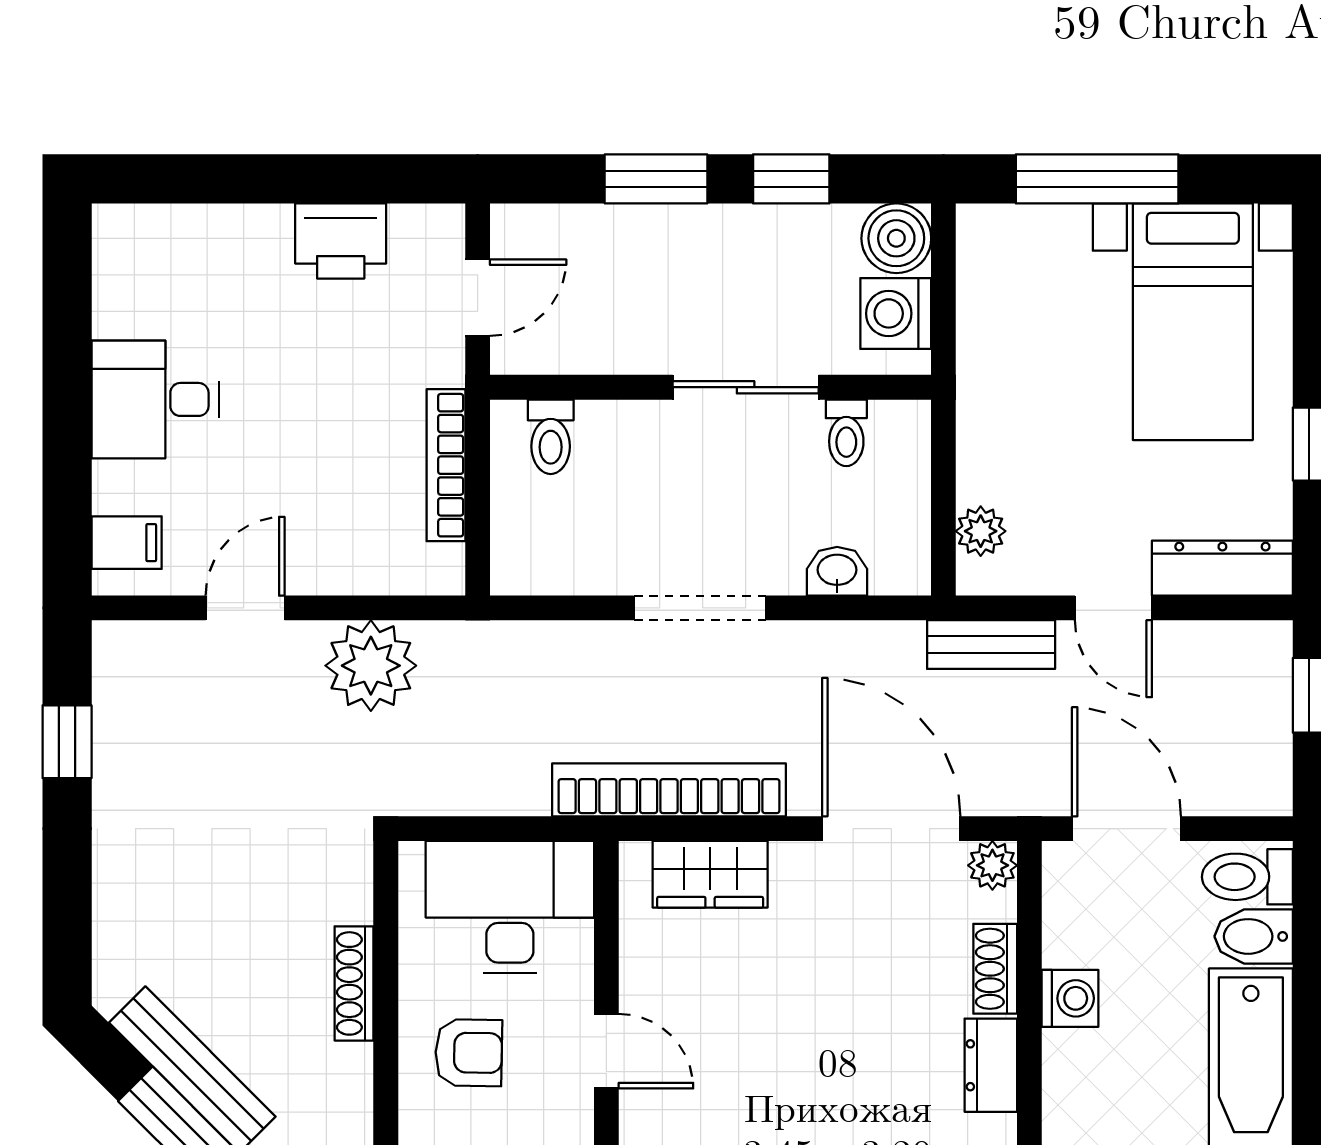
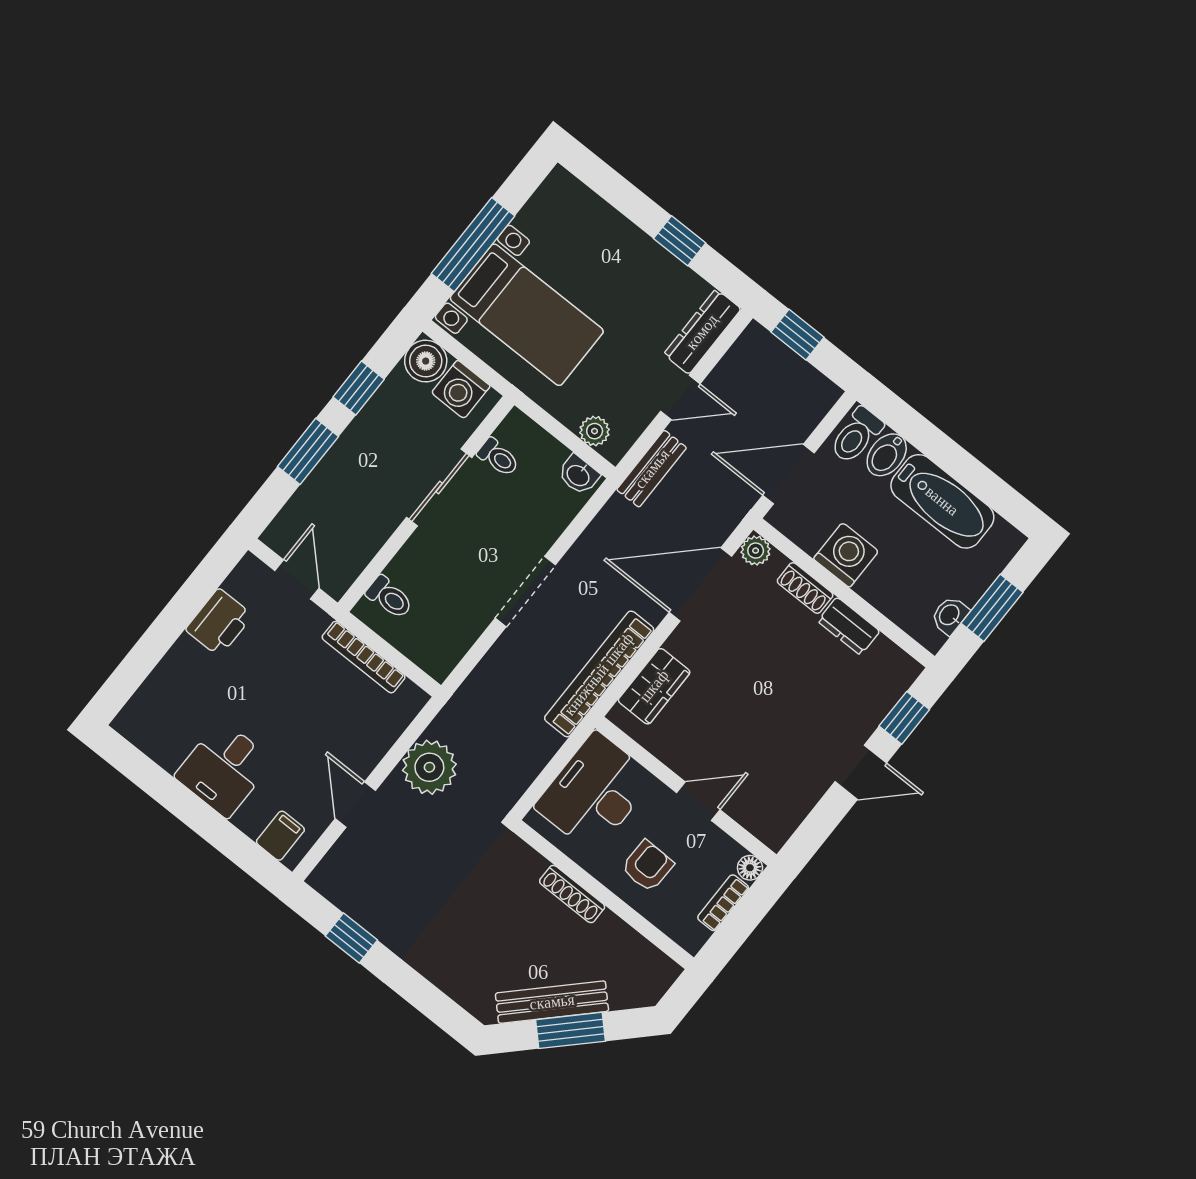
bed with nightstands: (1193, 322) -> (527, 315), moved
washbasin: (837, 571) -> (579, 475), moved, turned -90
washing machine: (1070, 998) -> (846, 555), width x1.38, depth x1.38

